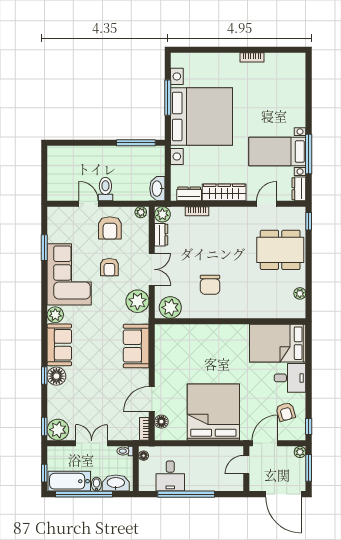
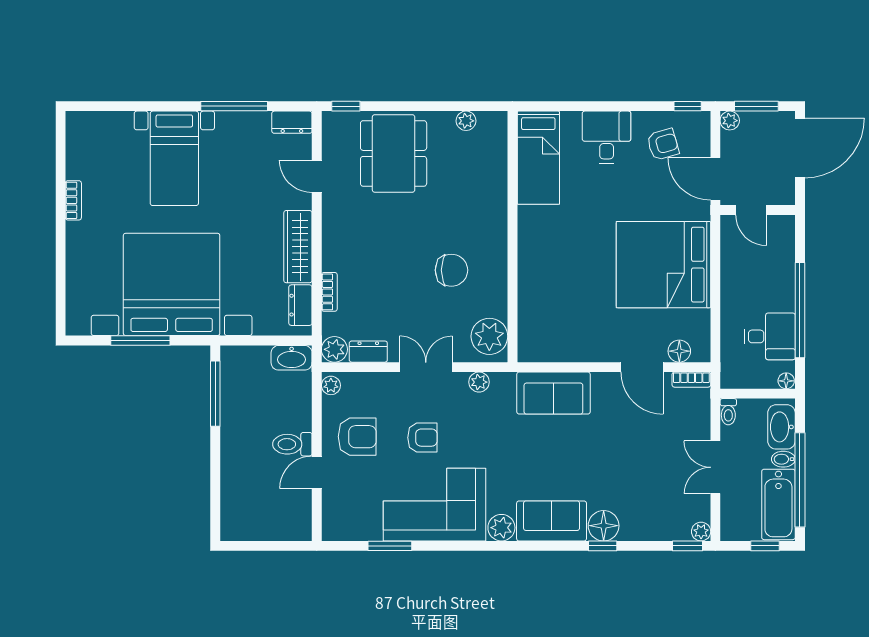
bed with nightstands: (277, 152) -> (174, 158), moved
plant: (137, 301) -> (479, 382), width x0.53, depth x0.53
bed: (278, 343) -> (538, 158), width x0.67
plant: (58, 430) -> (701, 532), width x0.53, depth x0.53
floor lamp: (144, 456) -> (786, 381), moved

